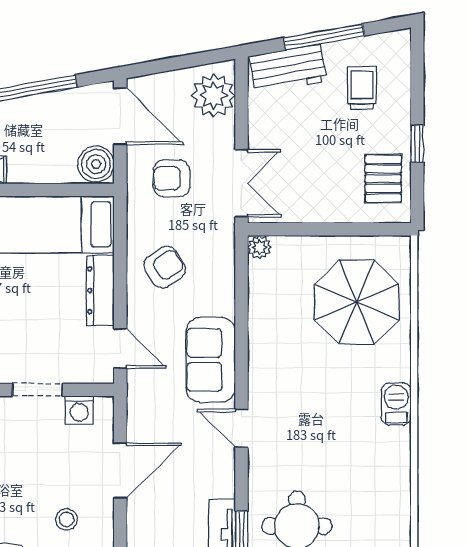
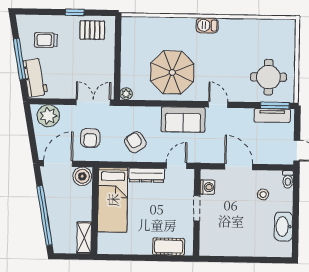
parasol: (357, 302) -> (172, 72), moved
door: (241, 428) -> (218, 105), swing flipped

